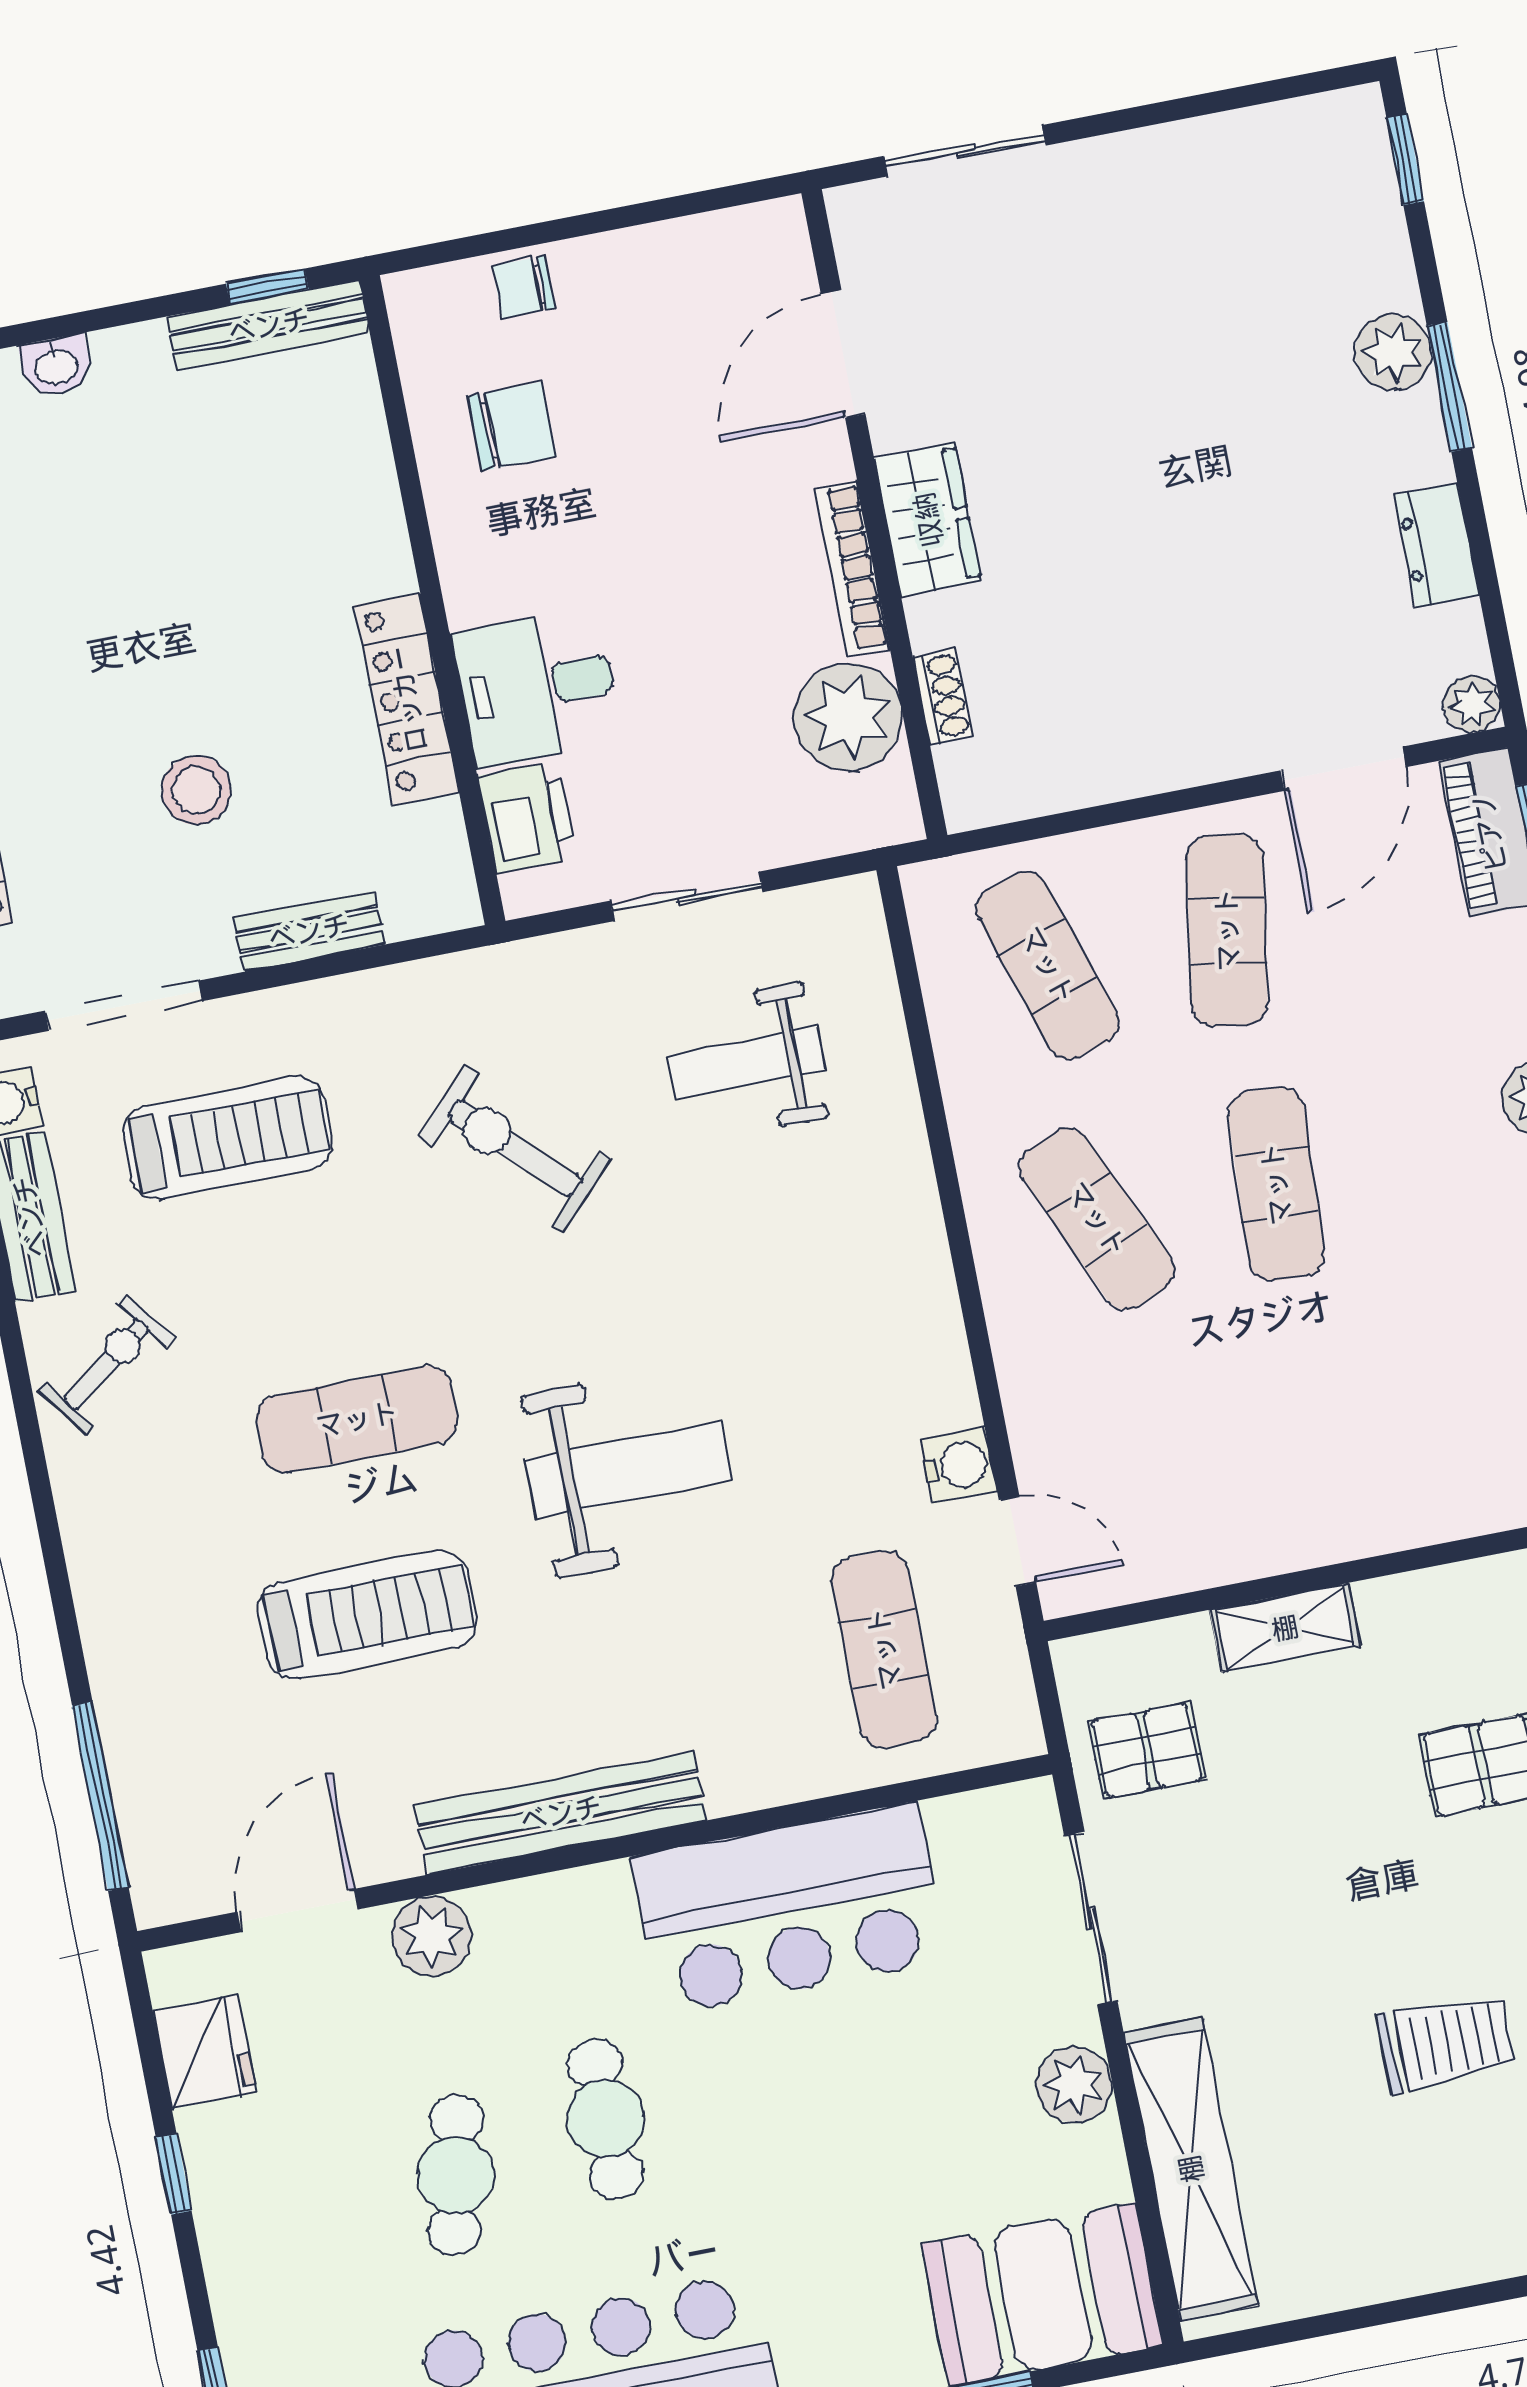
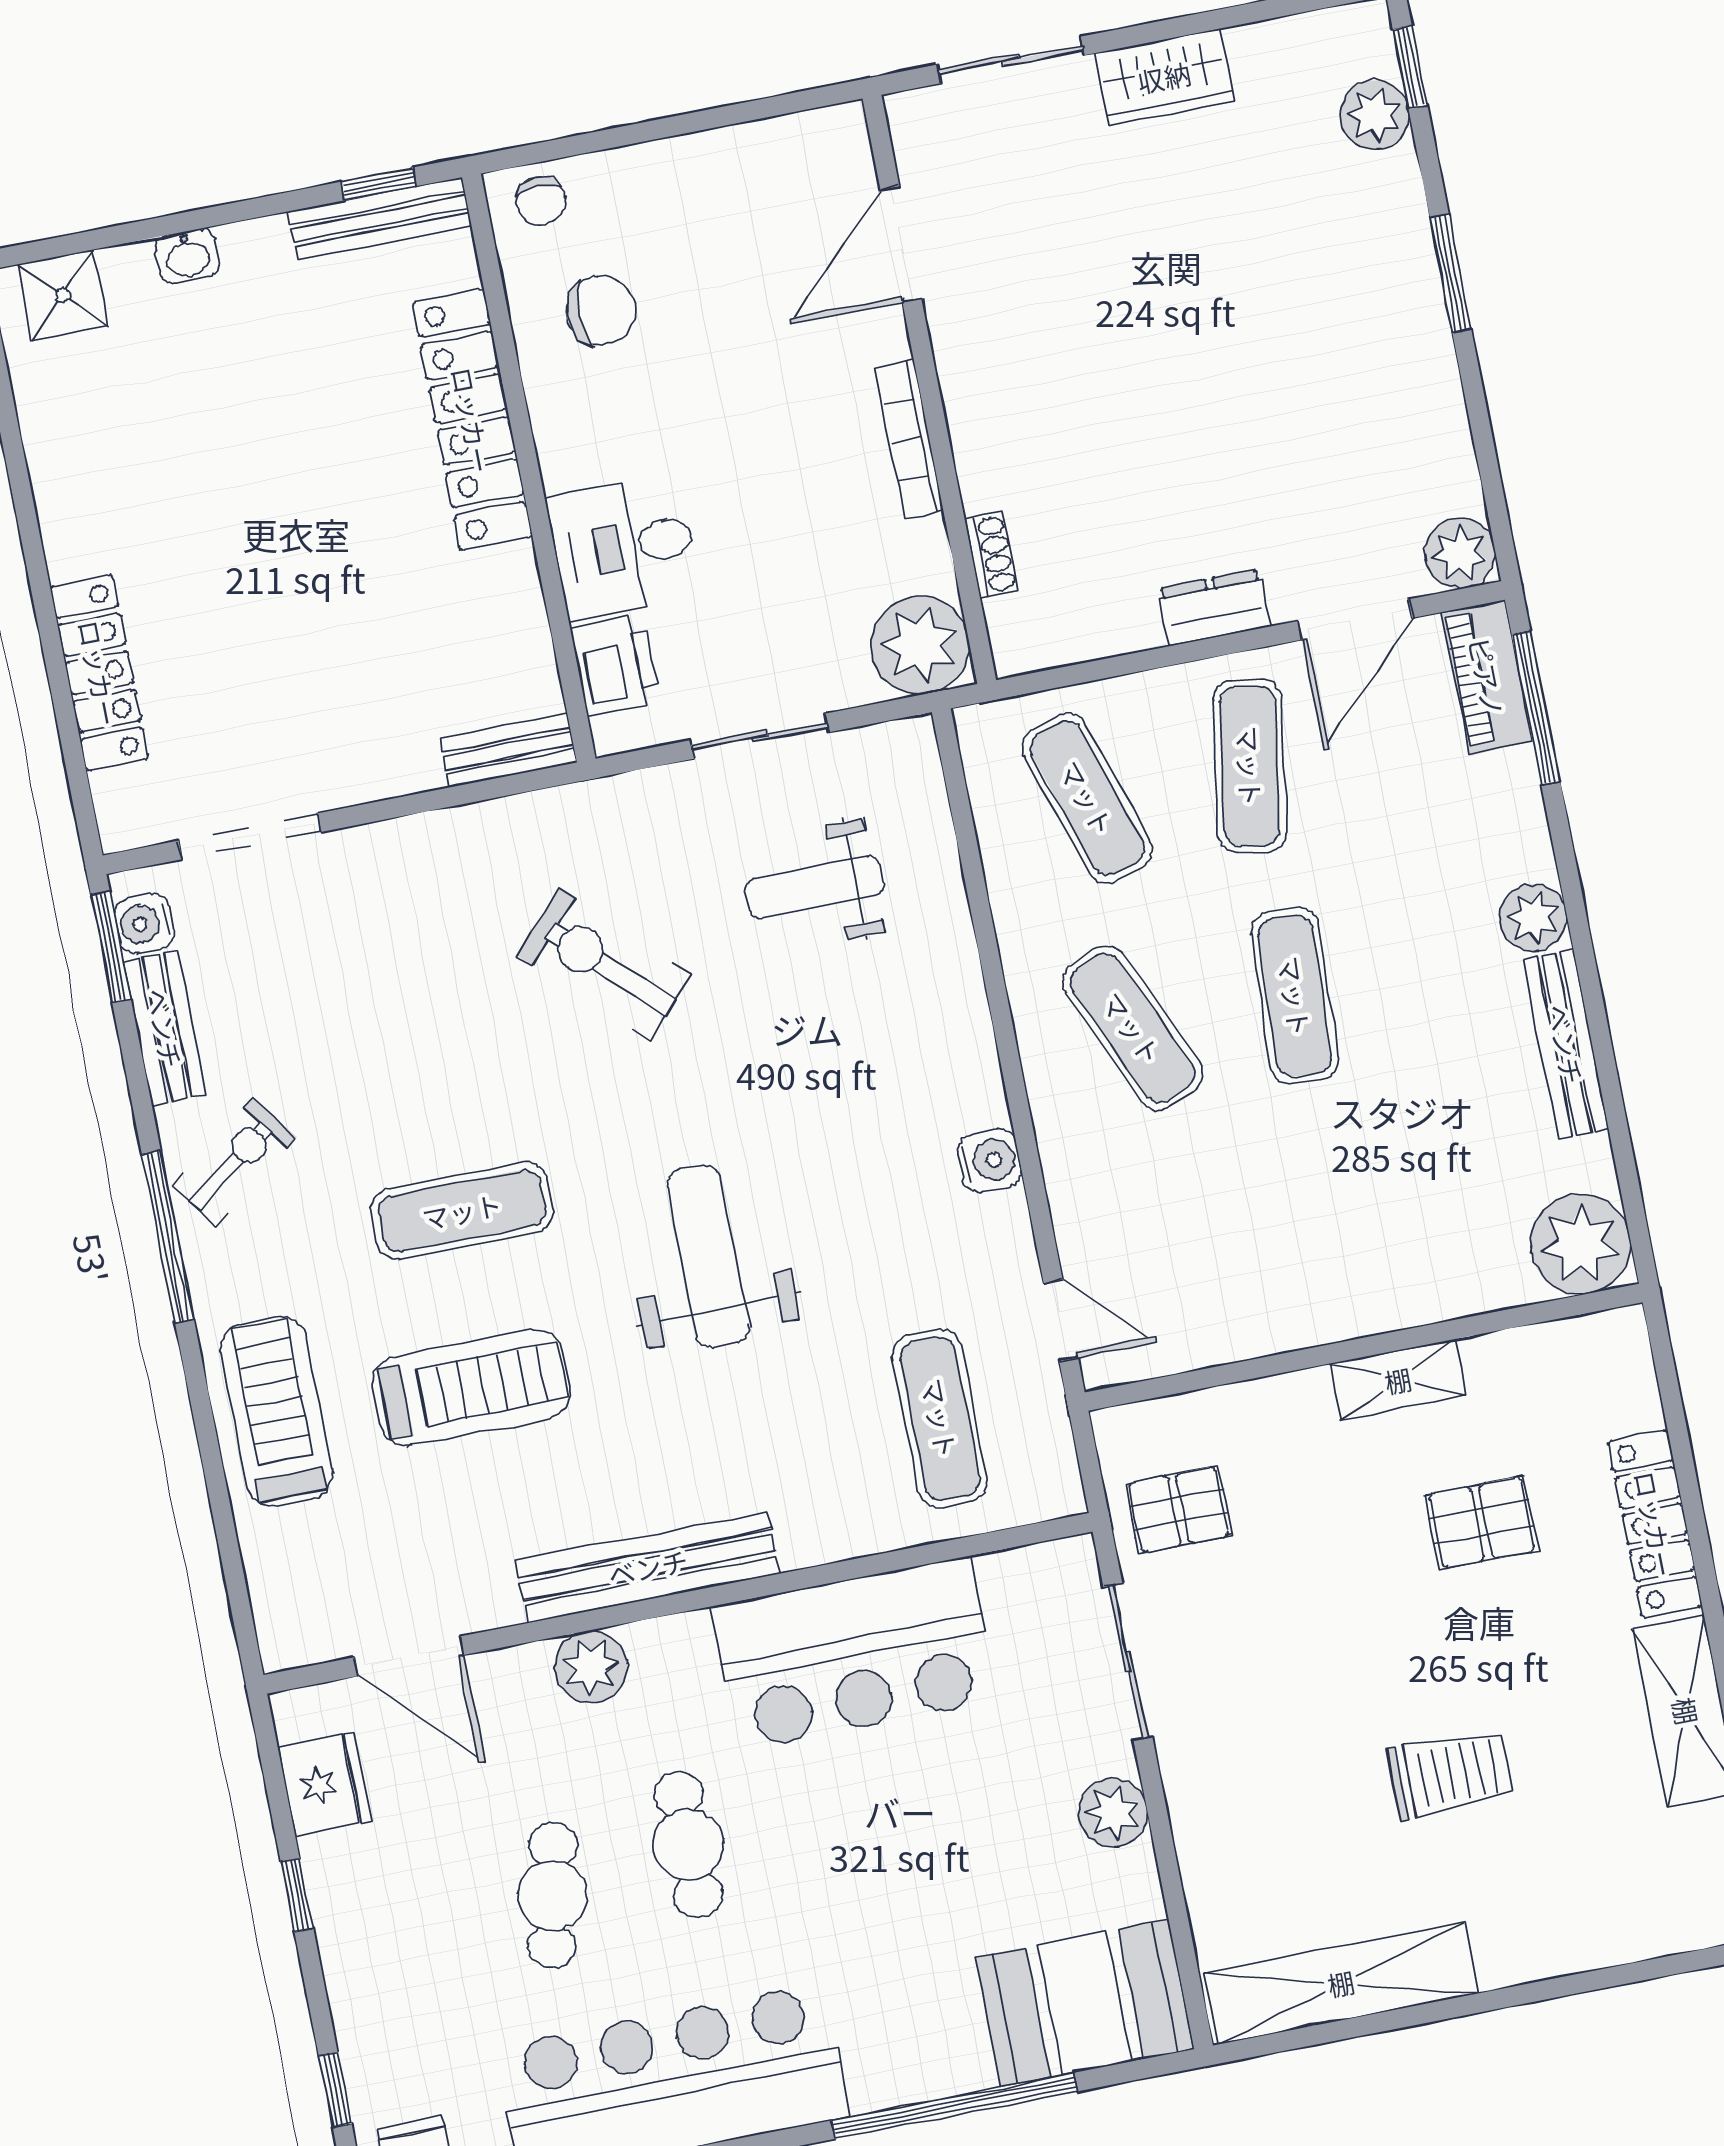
chair: (524, 287) -> (541, 201), moved, turned -90
plant: (1393, 352) -> (1375, 115), moved
wardrobe: (928, 520) -> (1164, 77), moved, turned 90
dresser: (1437, 545) -> (1214, 608), moved, turned 90
locker: (407, 699) -> (472, 420), moved, width x1.41, depth x1.21
plant: (1472, 704) -> (1460, 553), width x1.38, depth x1.38
plant: (848, 717) -> (920, 645), moved
stool: (196, 790) -> (315, 641), removed
bench: (309, 931) -> (508, 751), moved
treadmill: (228, 1138) -> (276, 1412), moved, turned -90
water cooler: (959, 1466) -> (989, 1161), moved
weight bench: (628, 1470) -> (708, 1256), turned -90
shelving: (1285, 1628) -> (1398, 1380), moved
window: (100, 1796) -> (168, 1237), moved
door: (298, 1910) -> (409, 1656), swing flipped
plant: (432, 1936) -> (591, 1667), moved
shelving: (1191, 2169) -> (1341, 1983), moved, turned 90

